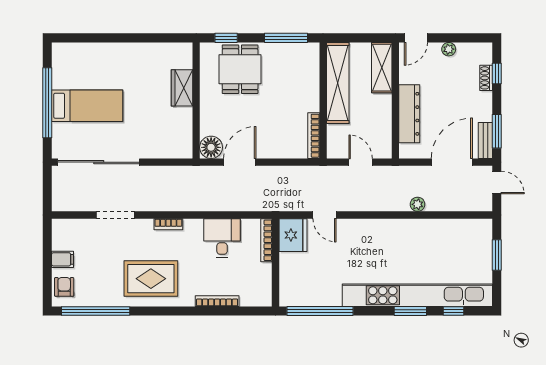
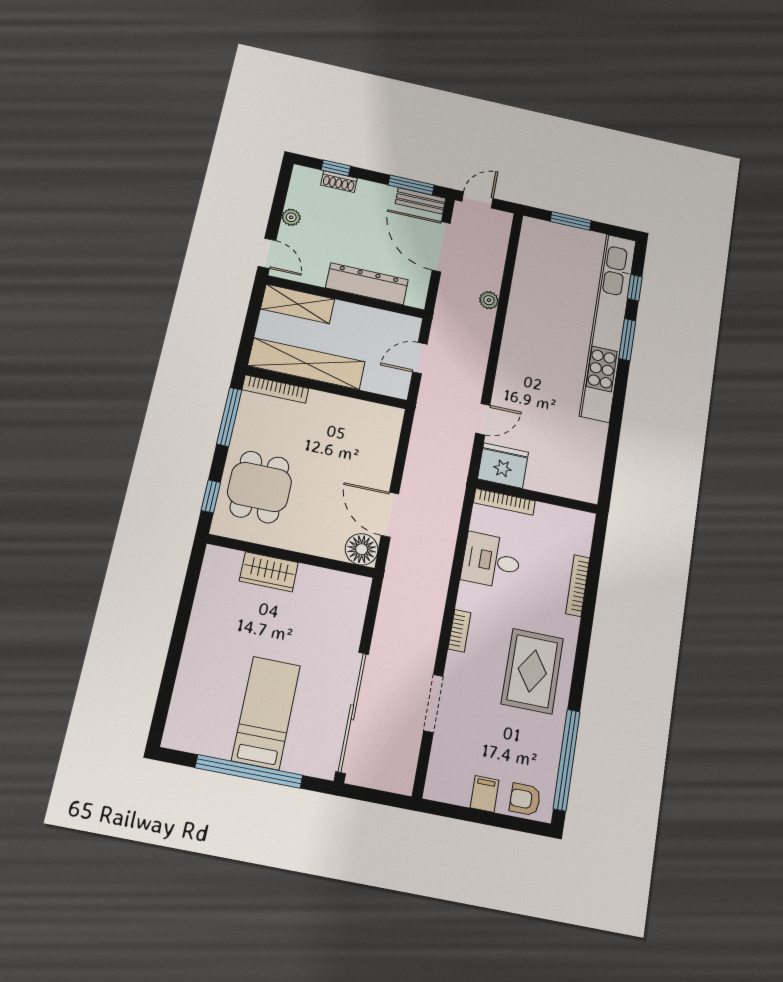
dining table: (240, 69) -> (259, 487), turned 90
bookcase: (314, 136) -> (275, 389), moved
window: (320, 311) -> (611, 453), removed

